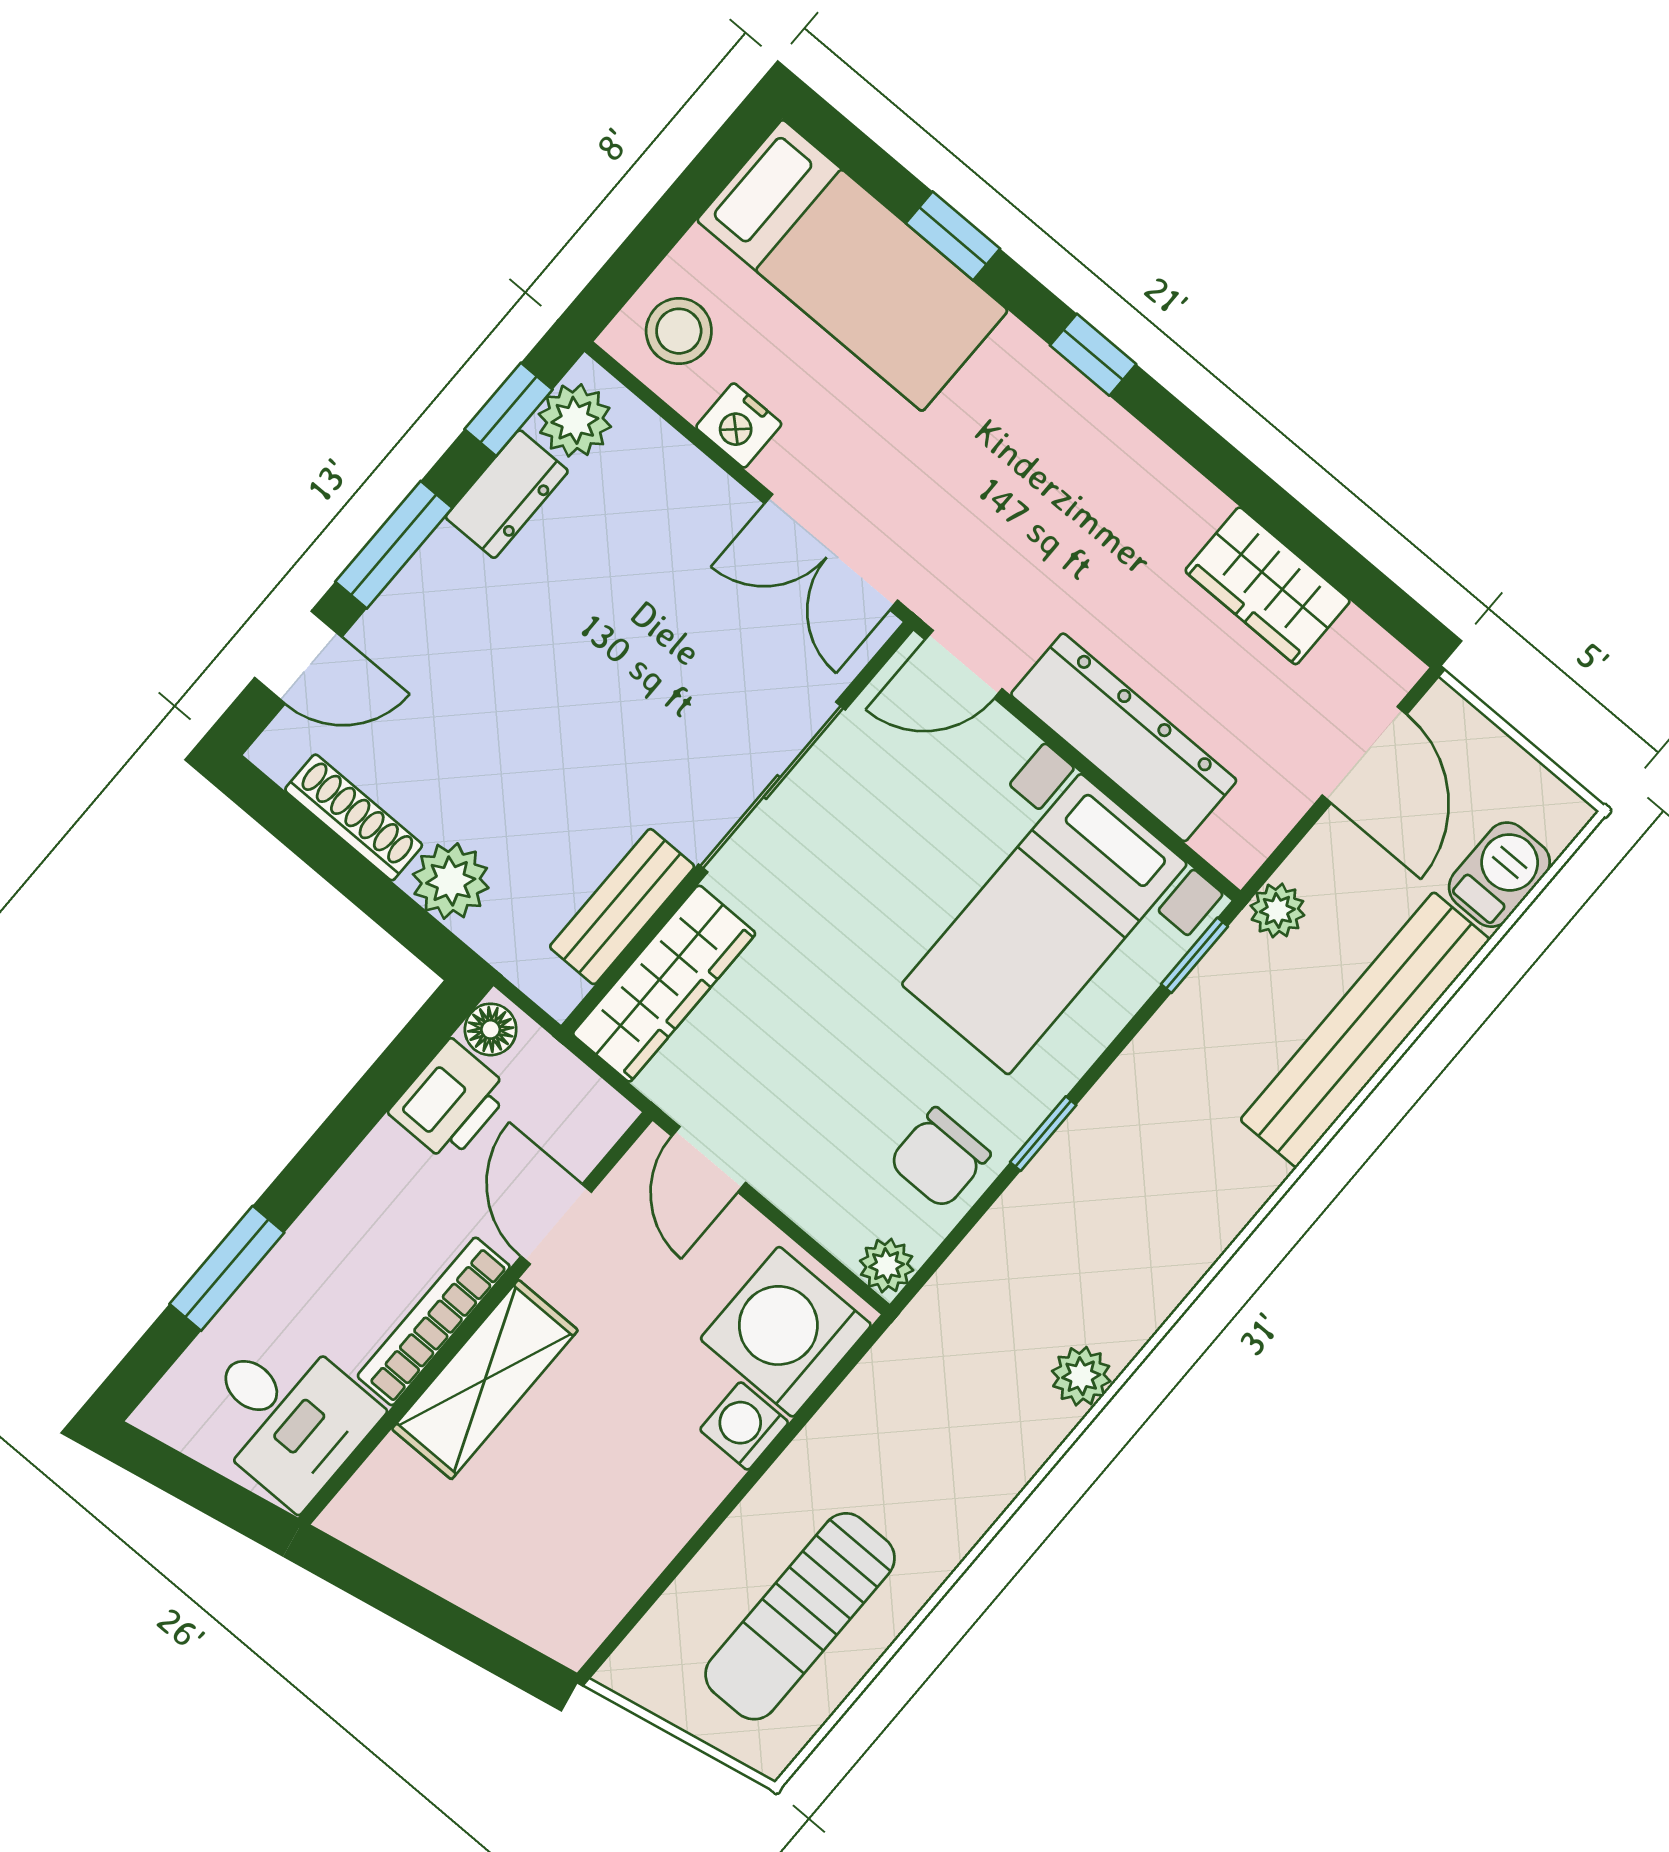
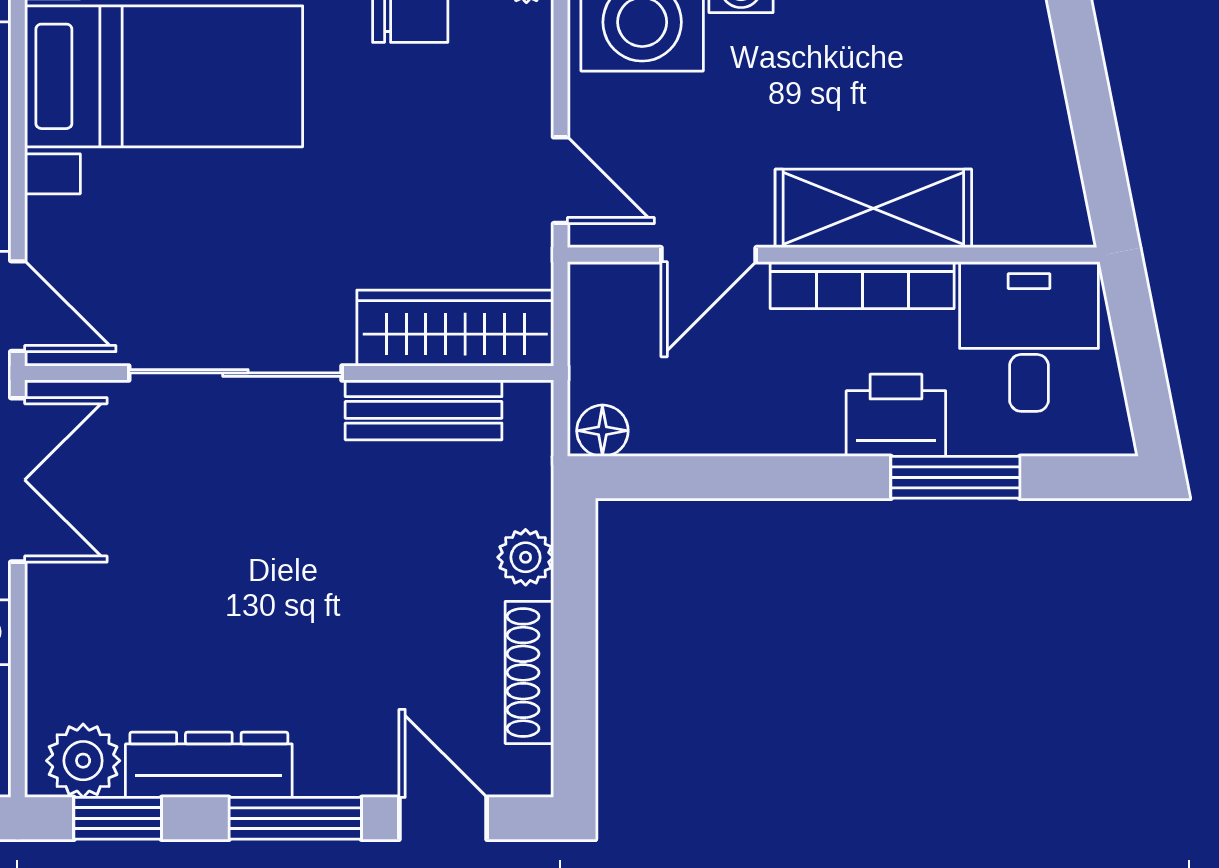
dresser: (507, 494) -> (209, 765), width x1.44
plant: (451, 881) -> (526, 557), width x0.73, depth x0.73
printer: (450, 1101) -> (896, 415), moved
door: (709, 1159) -> (560, 180), hinge flipped

